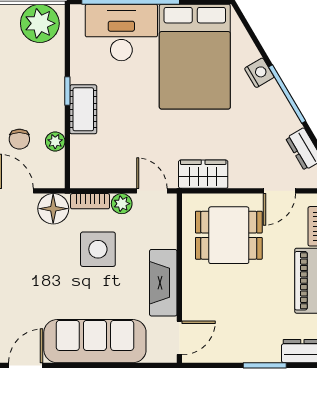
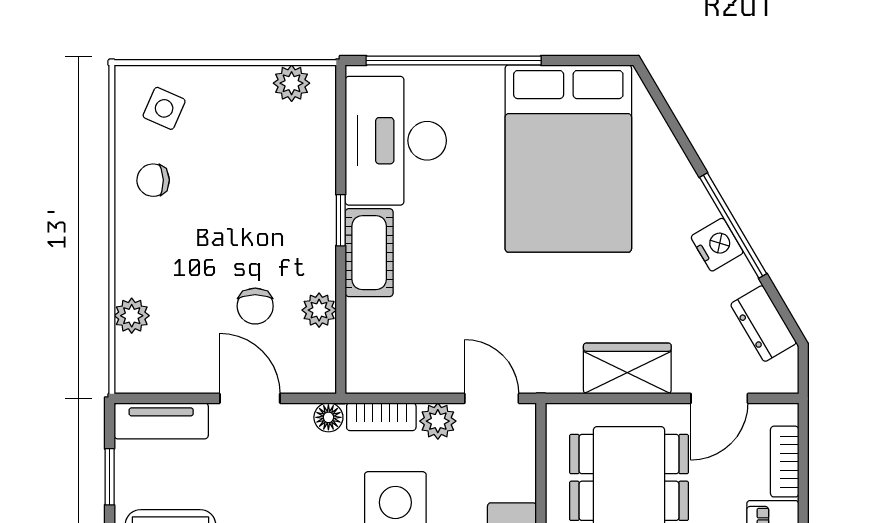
plant: (40, 23) -> (292, 83), width x0.53, depth x0.53
desk: (121, 32) -> (396, 141), moved, turned -90
nightstand: (259, 73) -> (717, 245), moved
wardrobe: (203, 174) -> (627, 369), moved
floor lamp: (53, 209) -> (328, 417), width x0.53, depth x0.53

